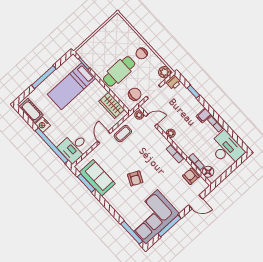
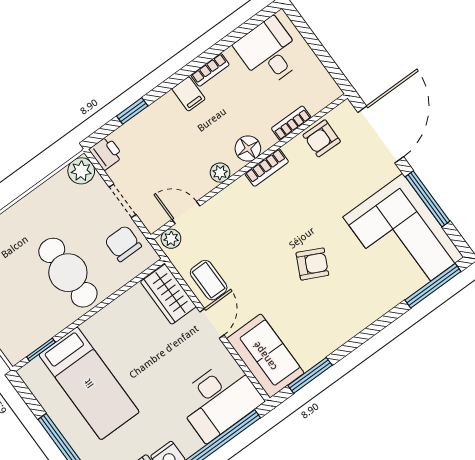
chair: (142, 53) -> (33, 218), removed
wardrobe: (112, 105) -> (168, 294), moved, turned 90
door: (151, 120) -> (186, 213), hinge flipped
door: (104, 137) -> (212, 323), swing flipped
desk: (74, 147) -> (219, 400), width x1.37
desk: (226, 149) -> (269, 52), width x0.73
floor lamp: (208, 172) -> (248, 149), moved
sofa: (97, 178) -> (265, 356), moved, turned 90
door: (196, 202) -> (381, 134), width x1.87

